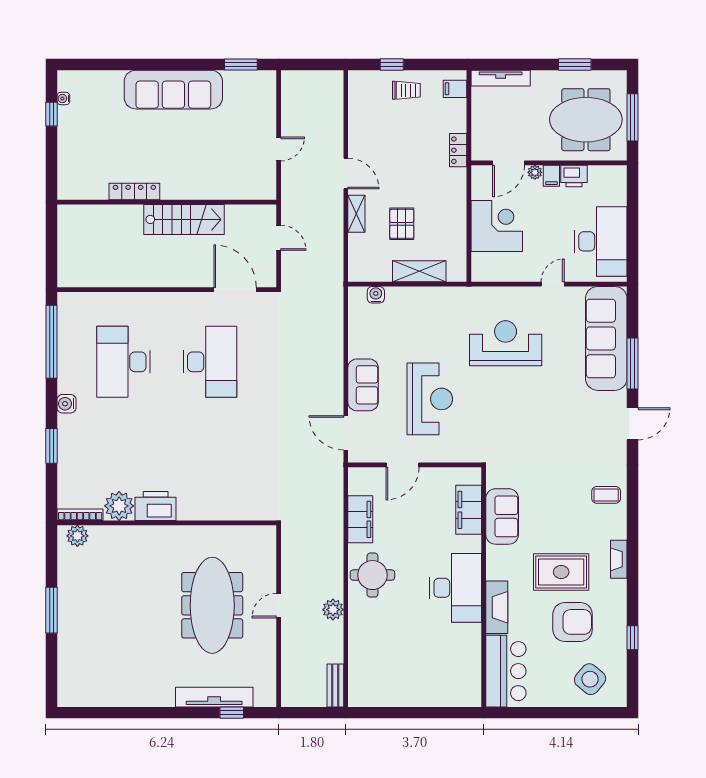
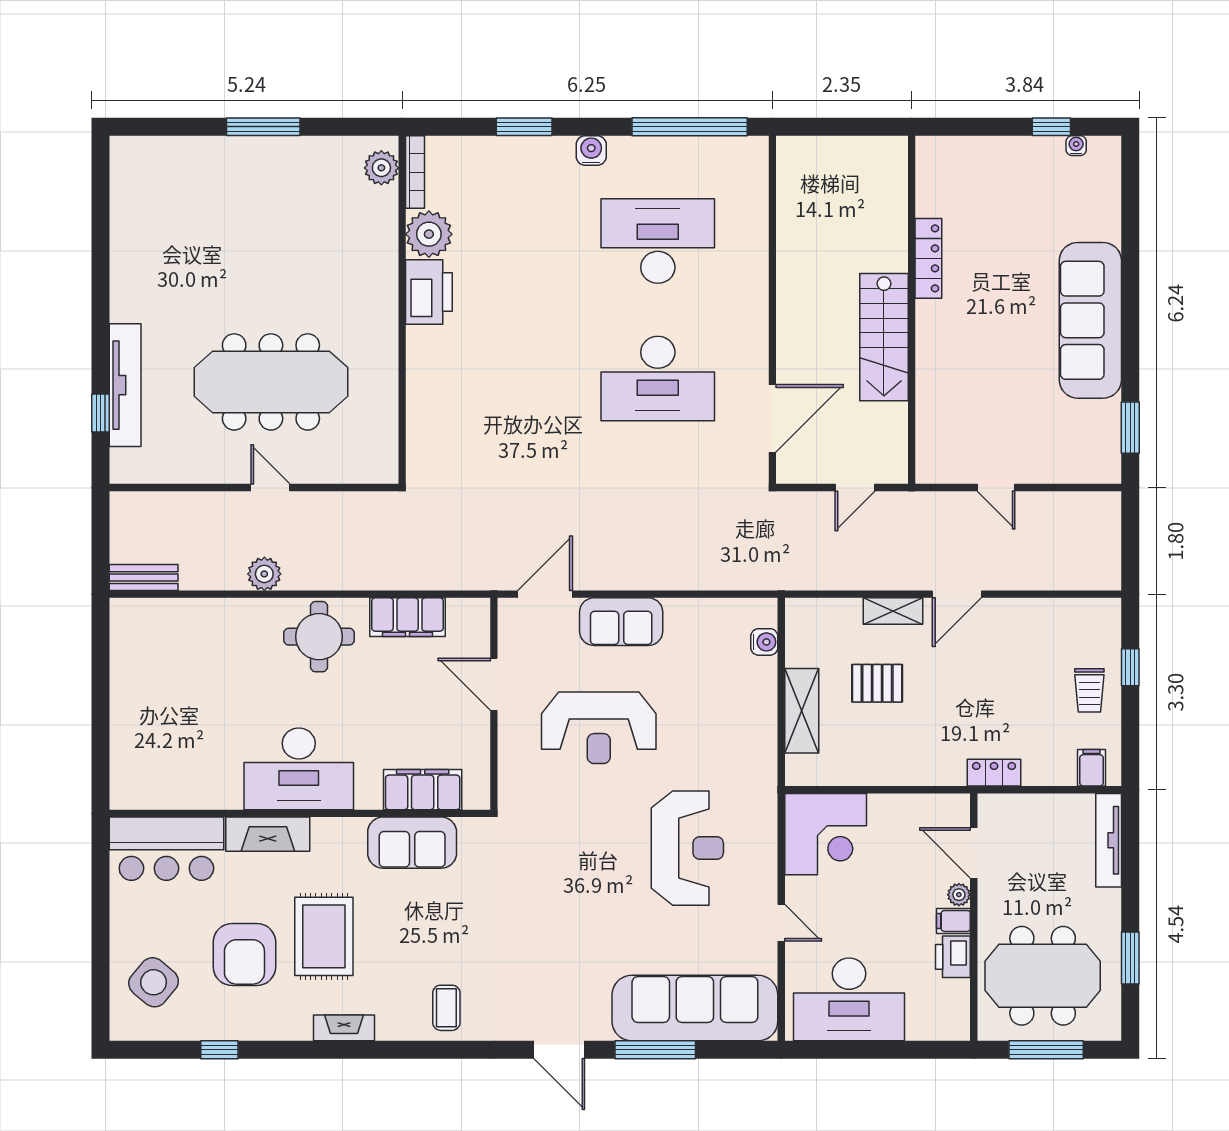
meeting table: (586, 120) -> (1043, 976), turned 90
corner desk: (497, 226) -> (826, 834), moved

